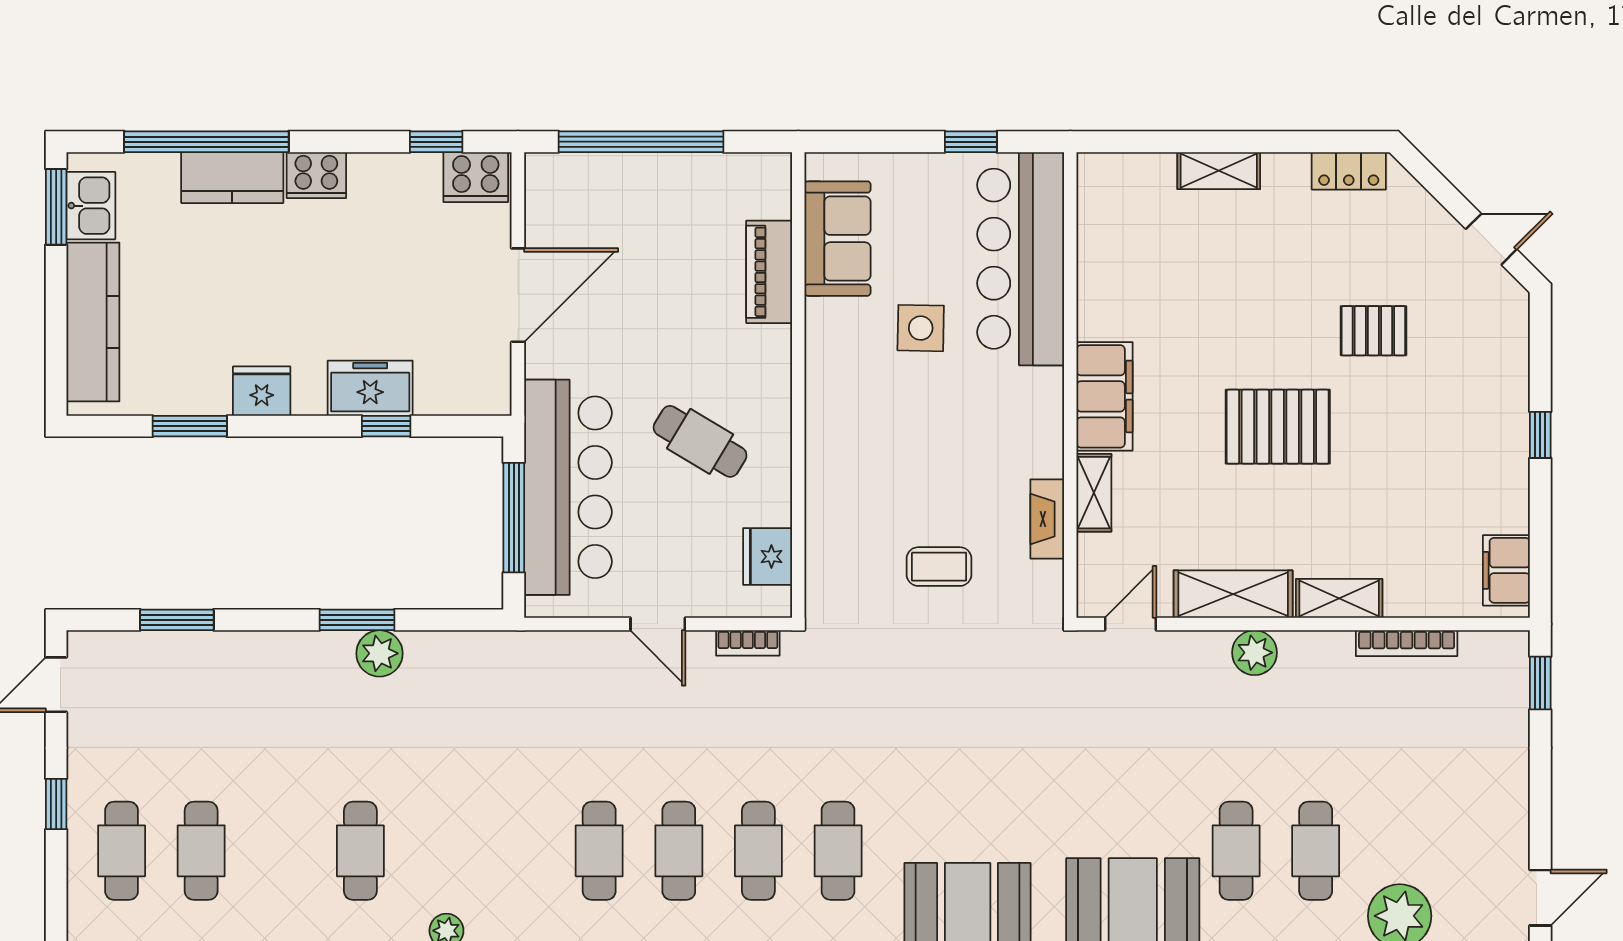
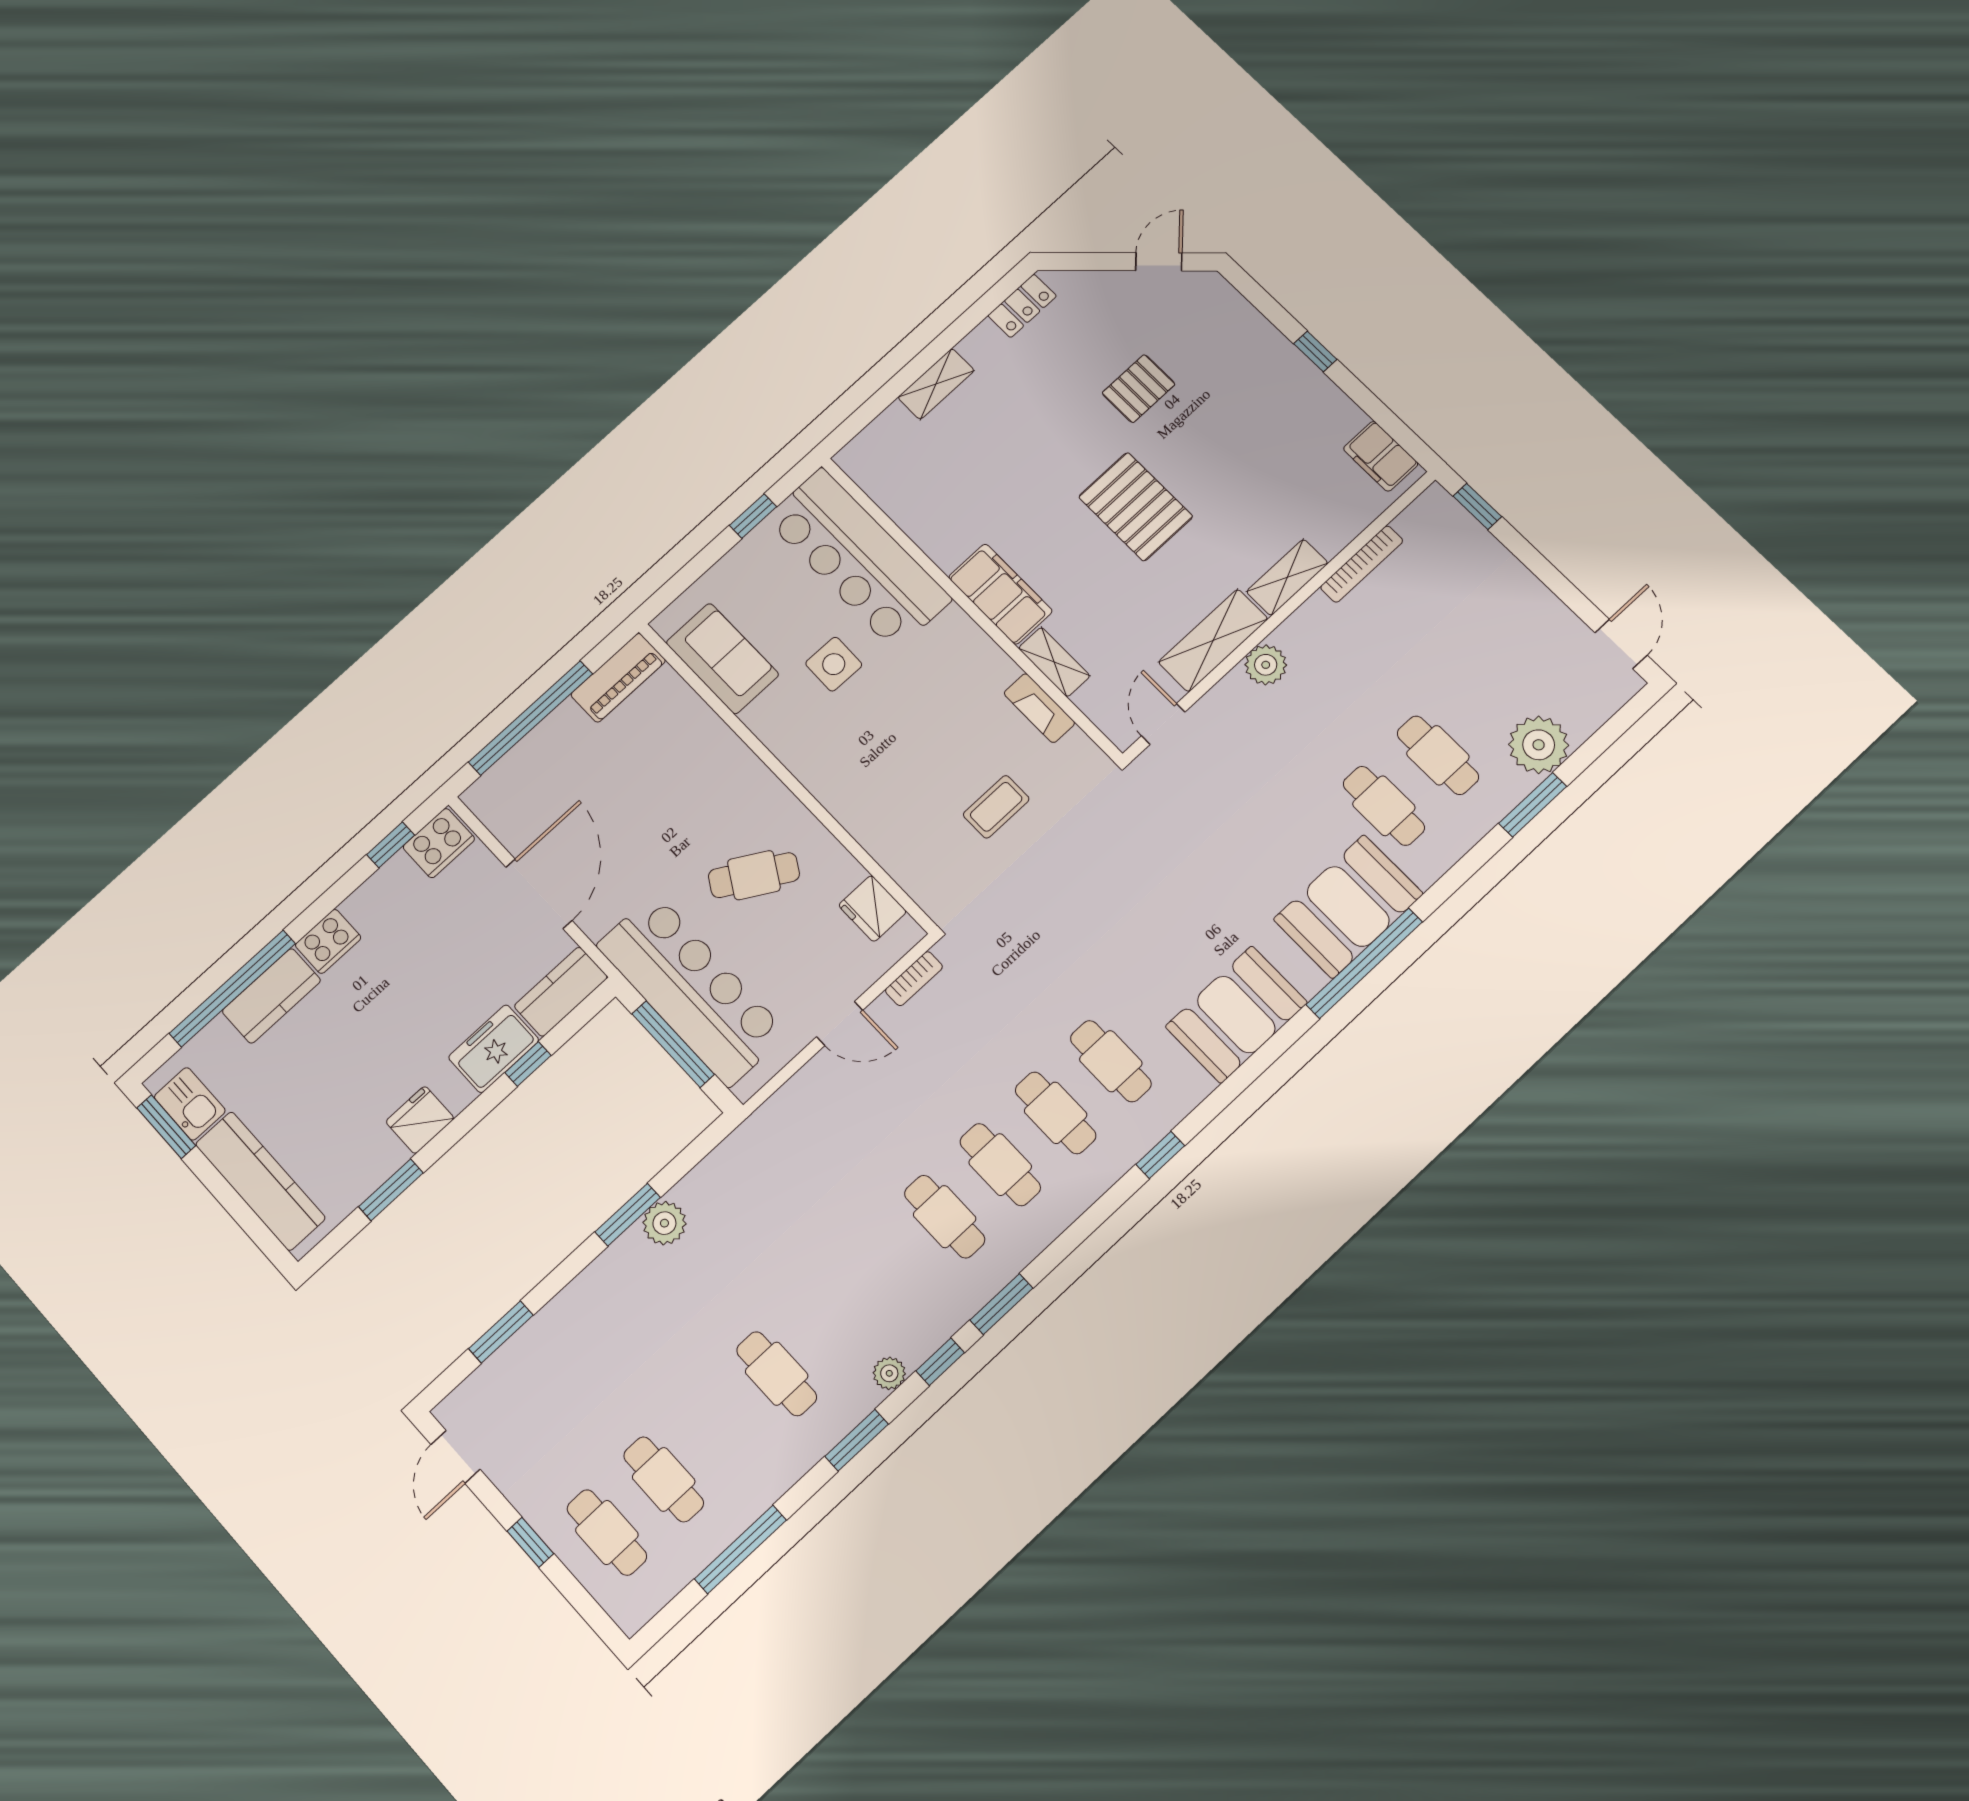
piano: (769, 272) -> (618, 678), moved, turned -90
kitchen counter: (464, 392) -> (561, 992), added
pallet: (1278, 427) -> (1136, 507), turned 90

